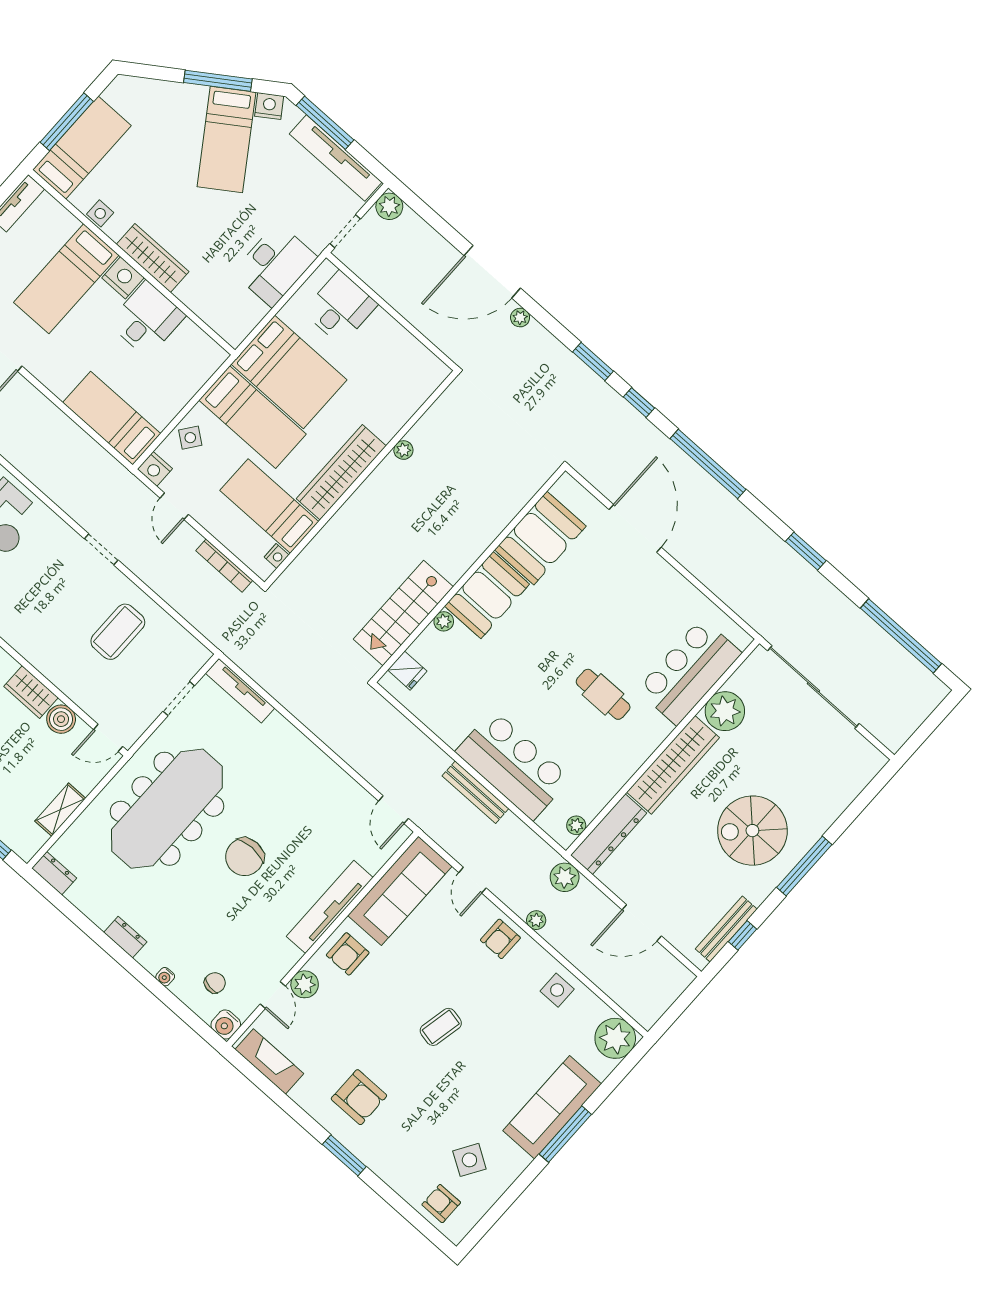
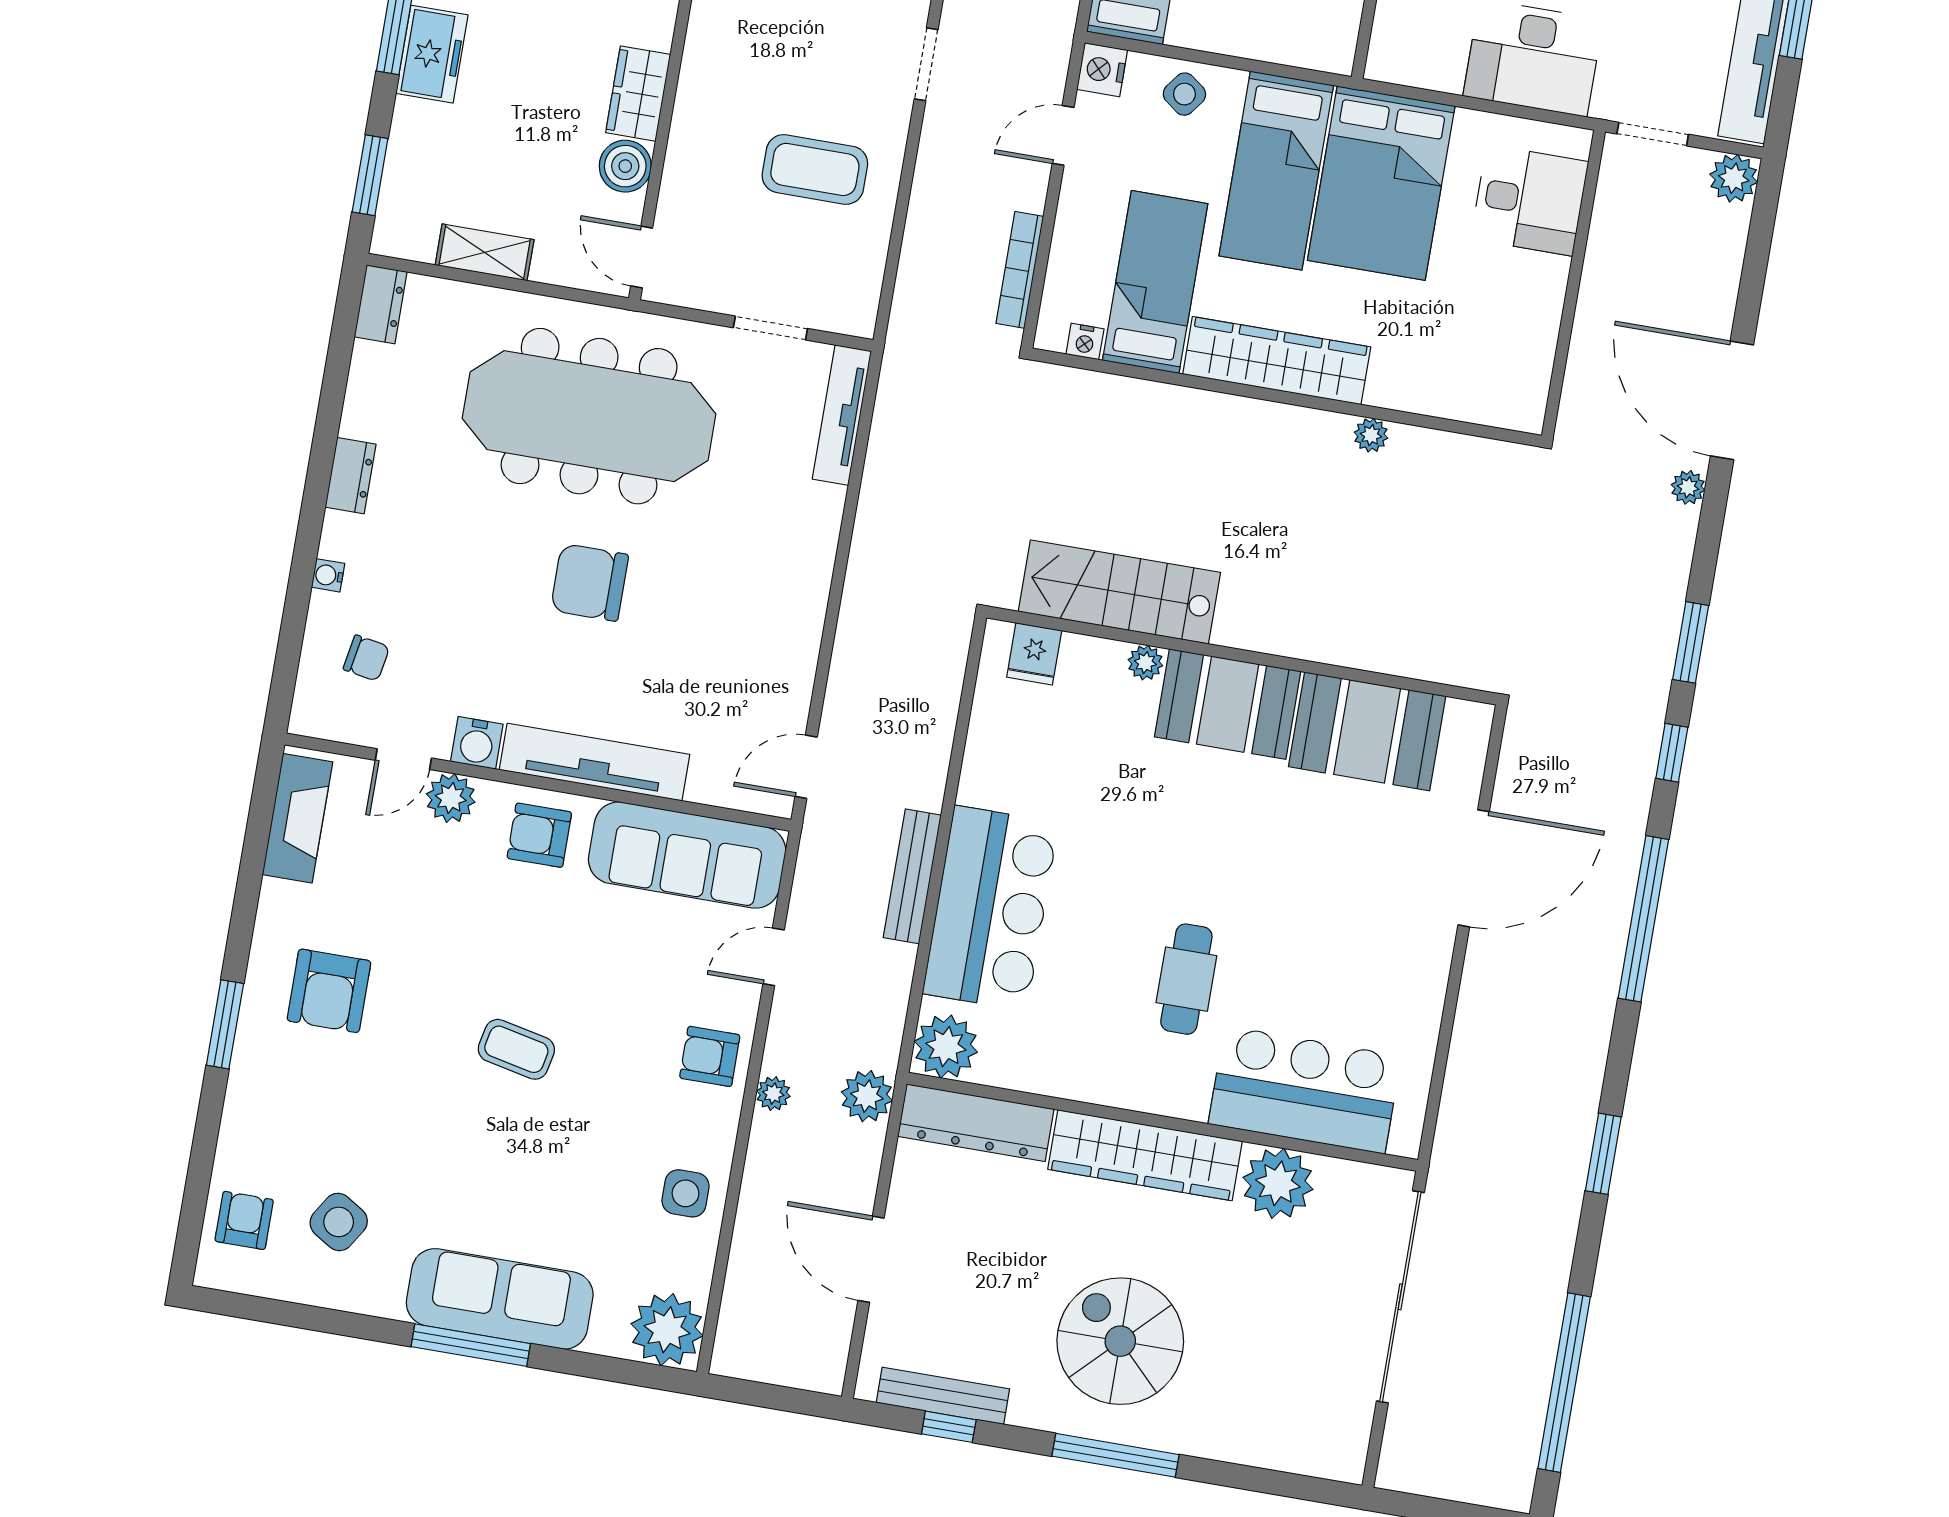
plant: (576, 825) -> (946, 1047), width x1.88, depth x1.88
water cooler: (226, 1024) -> (477, 743), moved, turned -90

